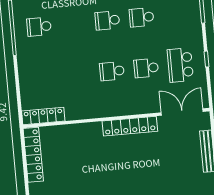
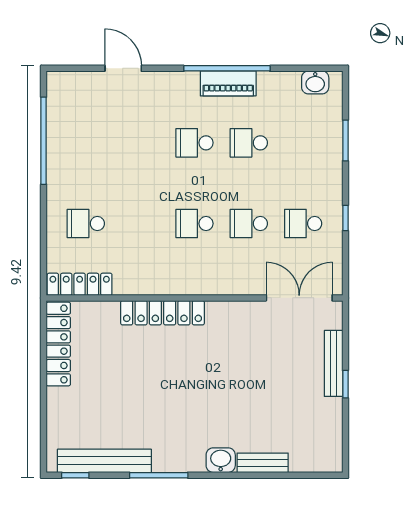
school desk: (39, 27) -> (86, 224), moved
school desk: (180, 65) -> (303, 224), width x0.54
locker: (130, 126) -> (163, 313), moved

